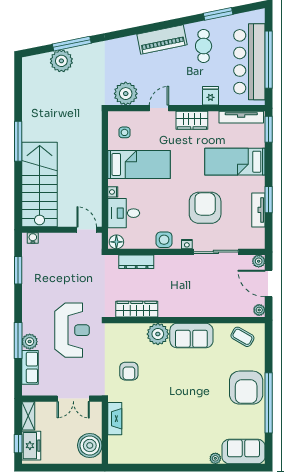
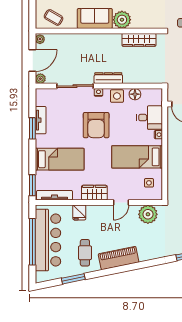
armchair: (205, 208) -> (96, 125), moved
floor lamp: (116, 242) -> (135, 94), moved
dresser: (136, 262) -> (108, 78), moved
door: (269, 284) -> (32, 61), hinge flipped

